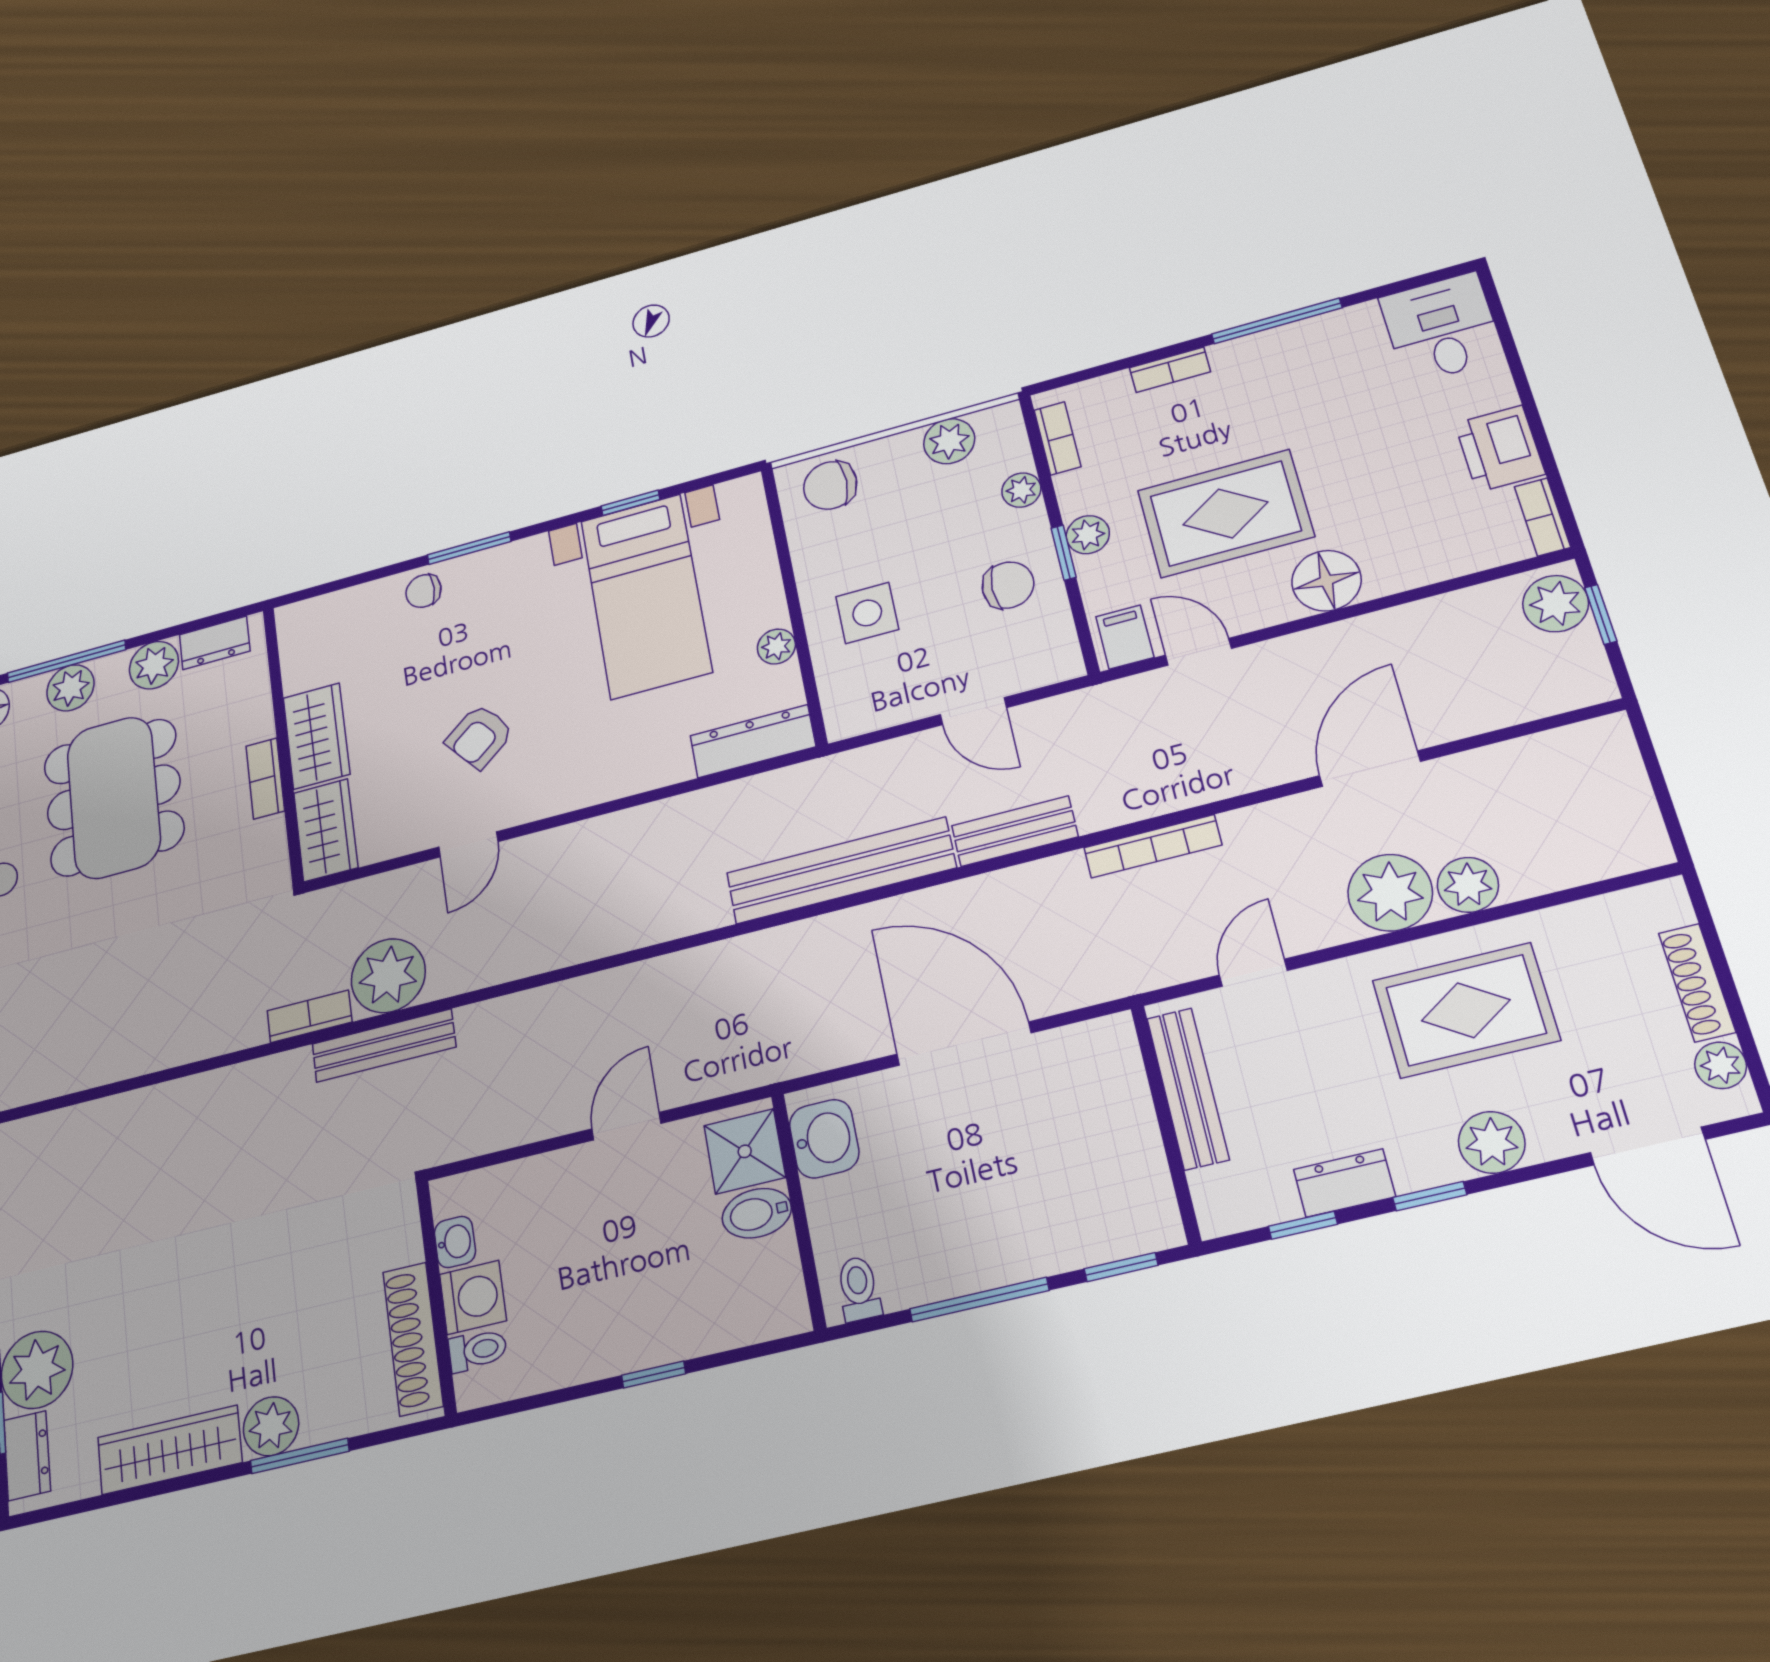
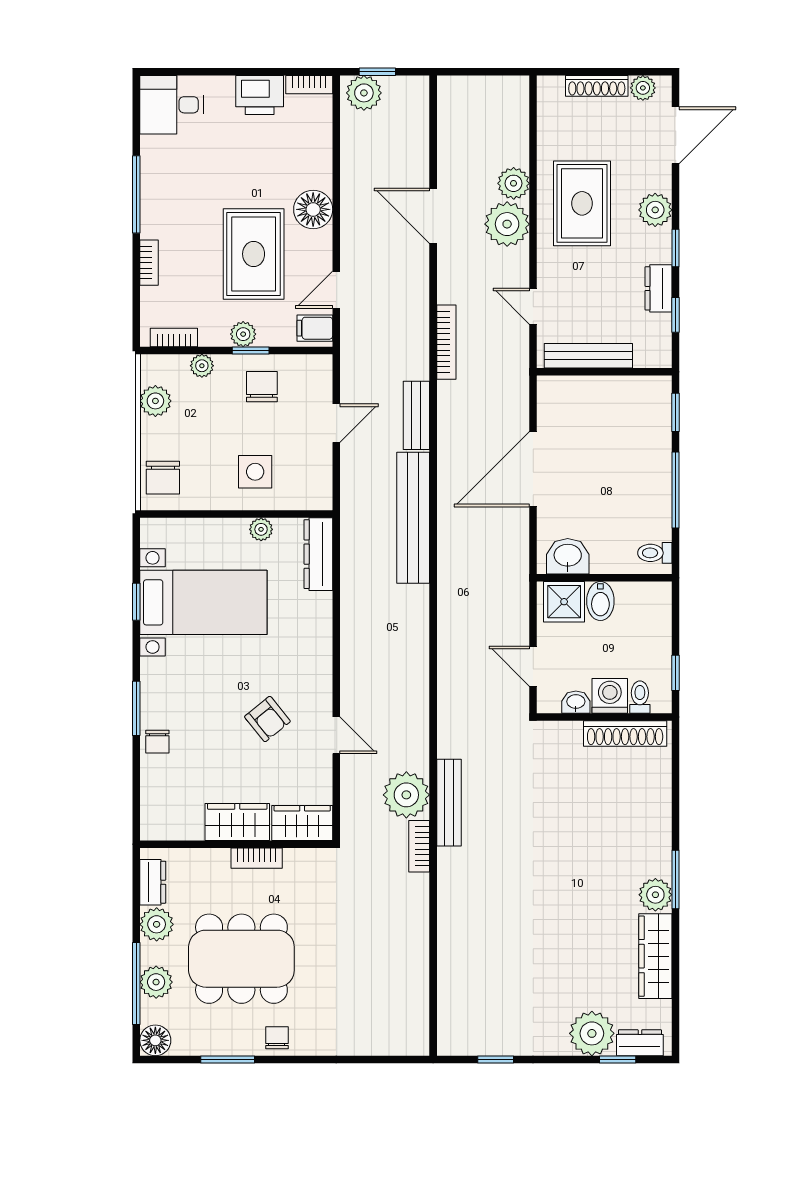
washbasin: (455, 1242) -> (576, 702), moved
wall: (436, 1296) -> (604, 717), moved
washing machine: (473, 1297) -> (610, 696), moved
shoe rack: (413, 1339) -> (625, 734), moved
toilet: (478, 1350) -> (640, 697), moved

